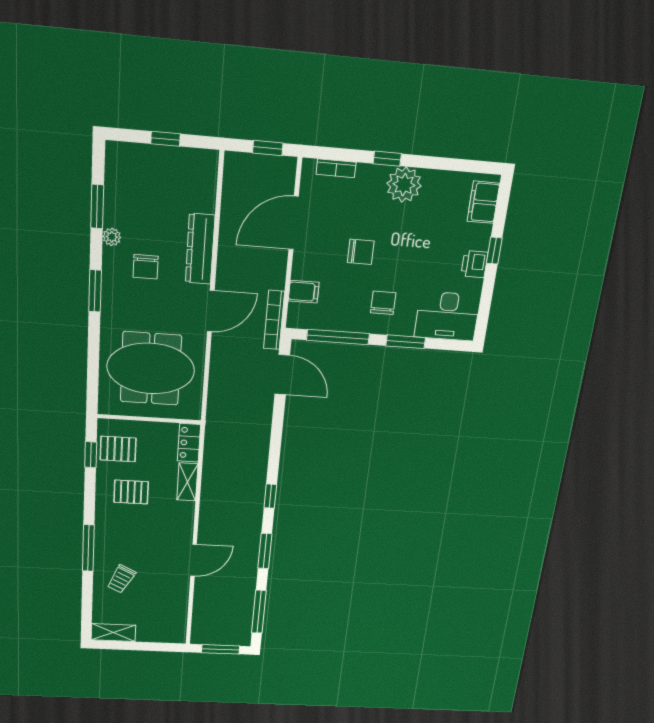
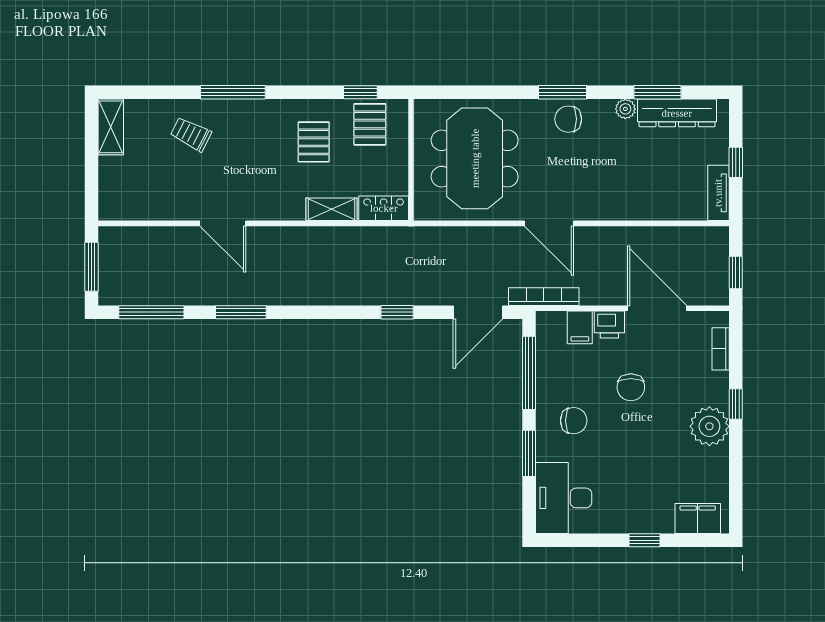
tv unit: (193, 158) -> (718, 193), added
dresser: (200, 249) -> (677, 113), moved, turned 180
printer: (474, 264) -> (609, 325), moved, turned 180
chair: (146, 267) -> (568, 119), moved
window: (270, 496) -> (397, 312), moved

